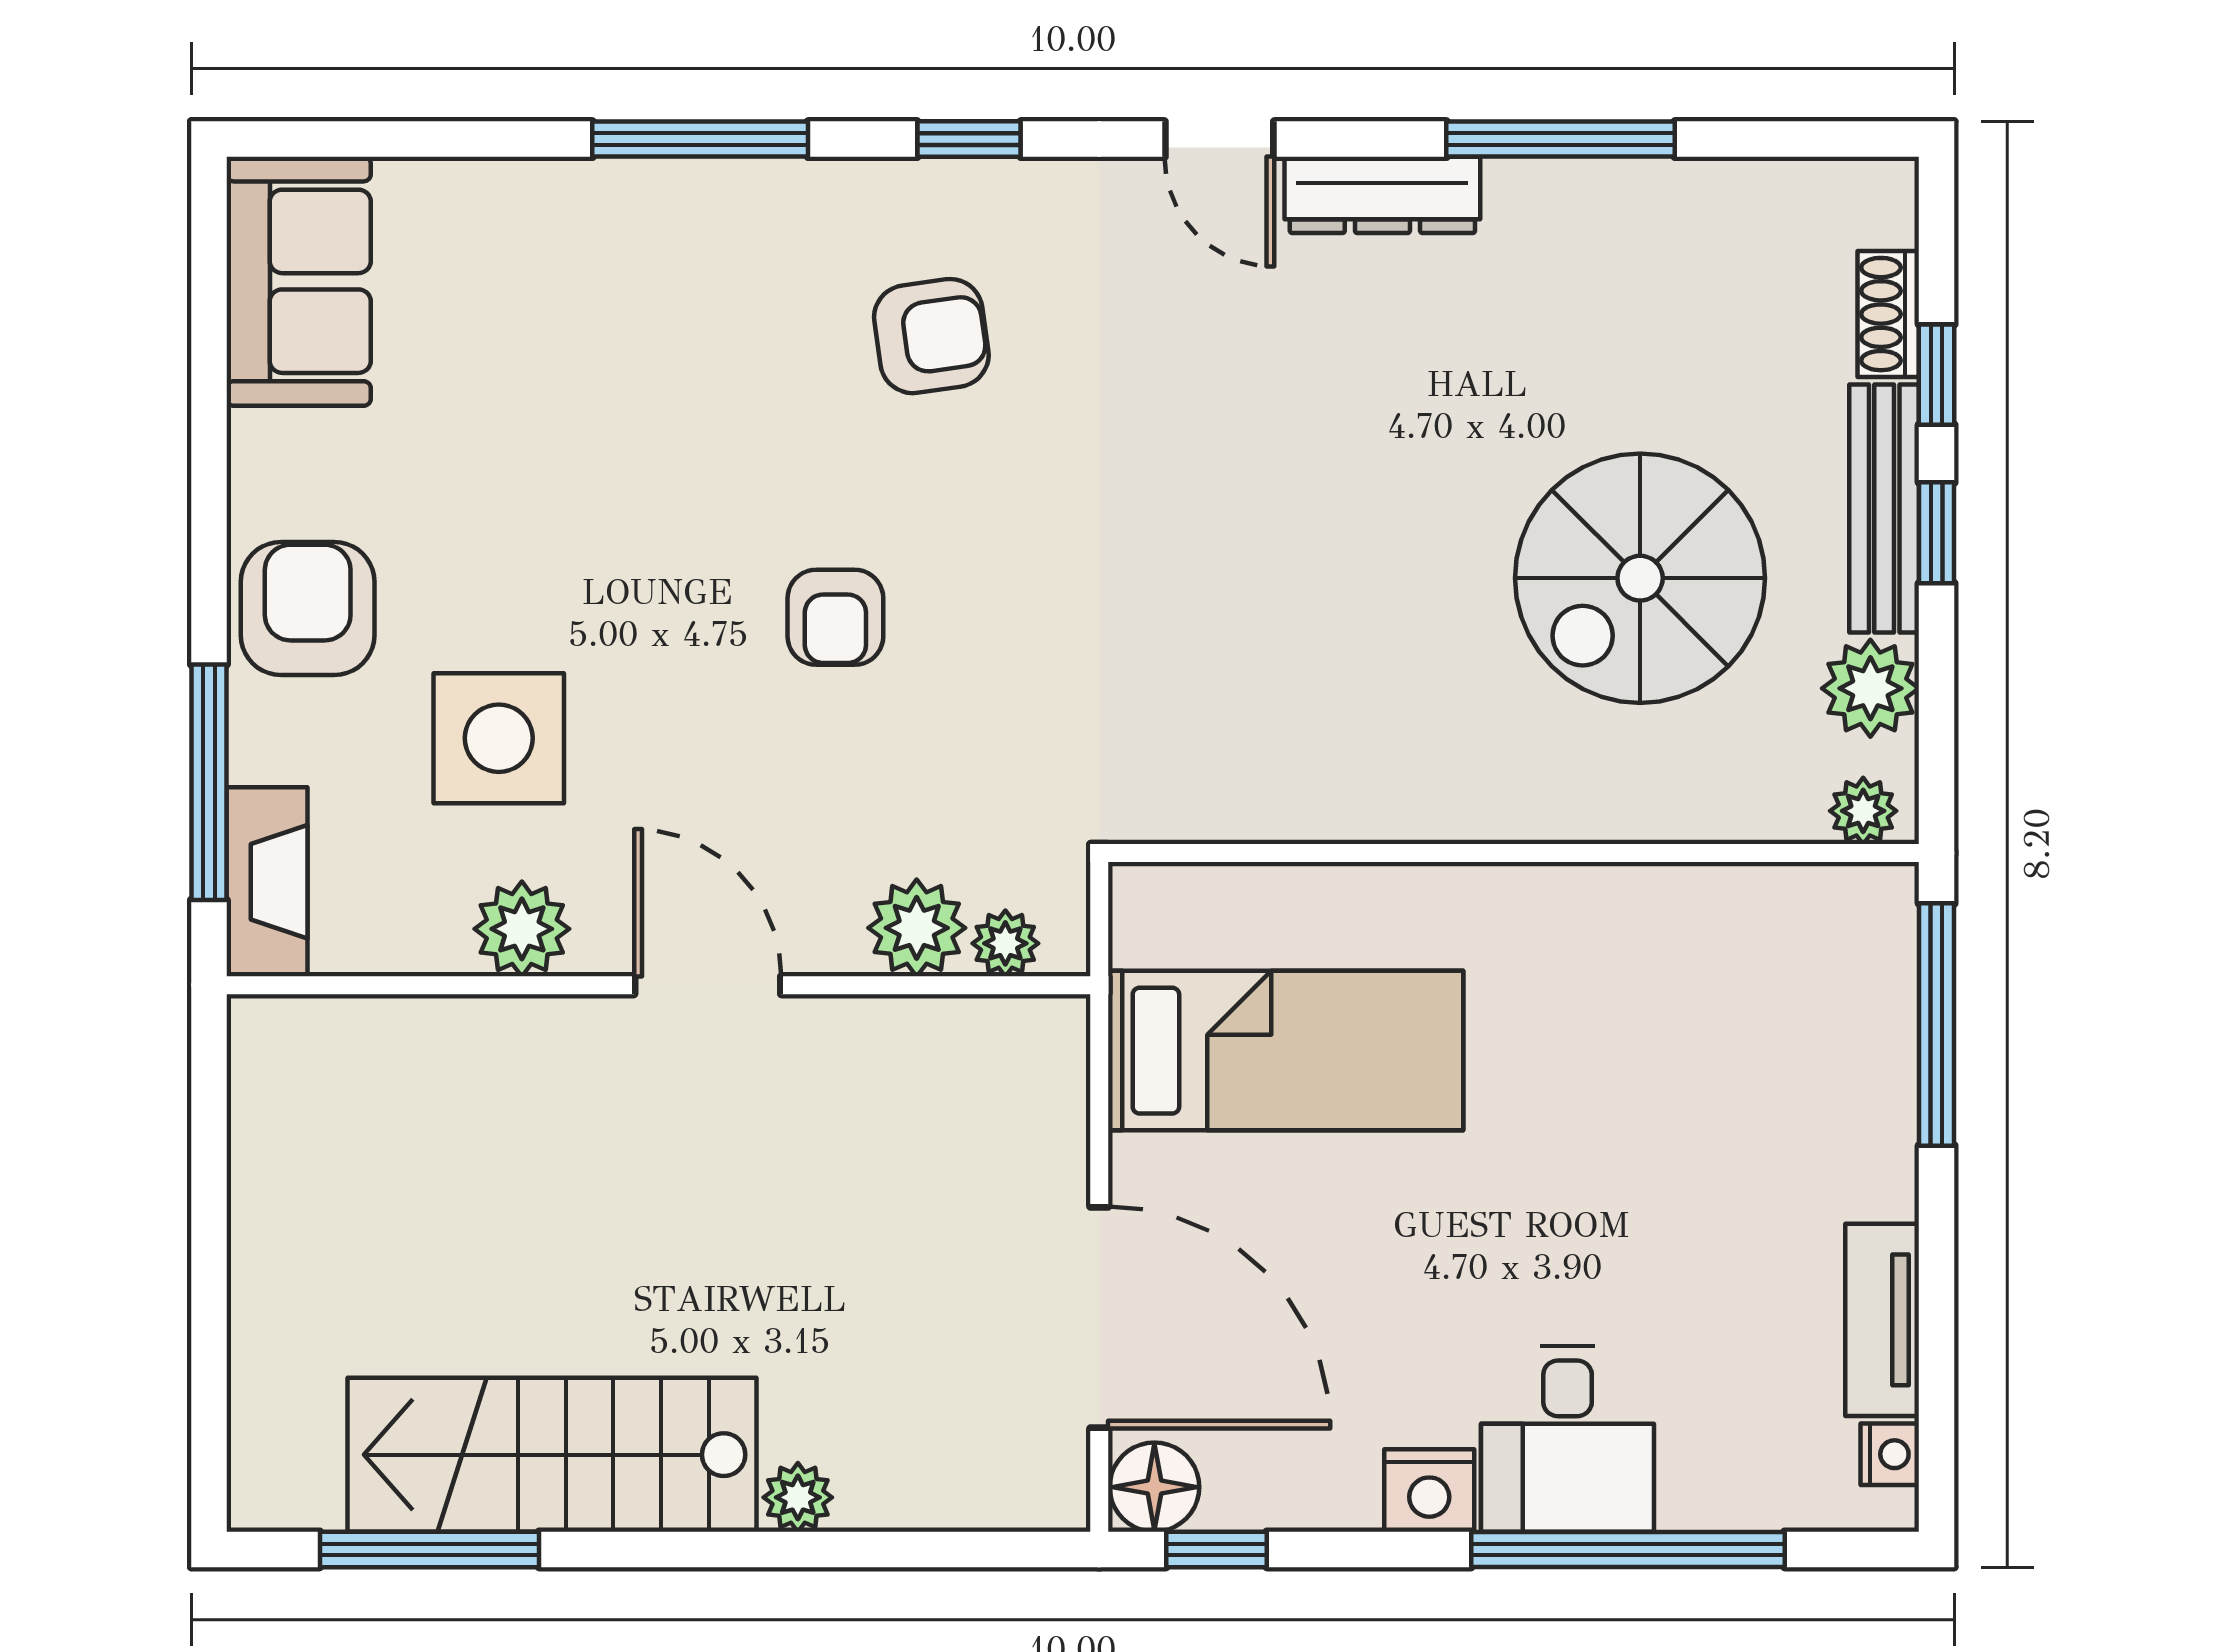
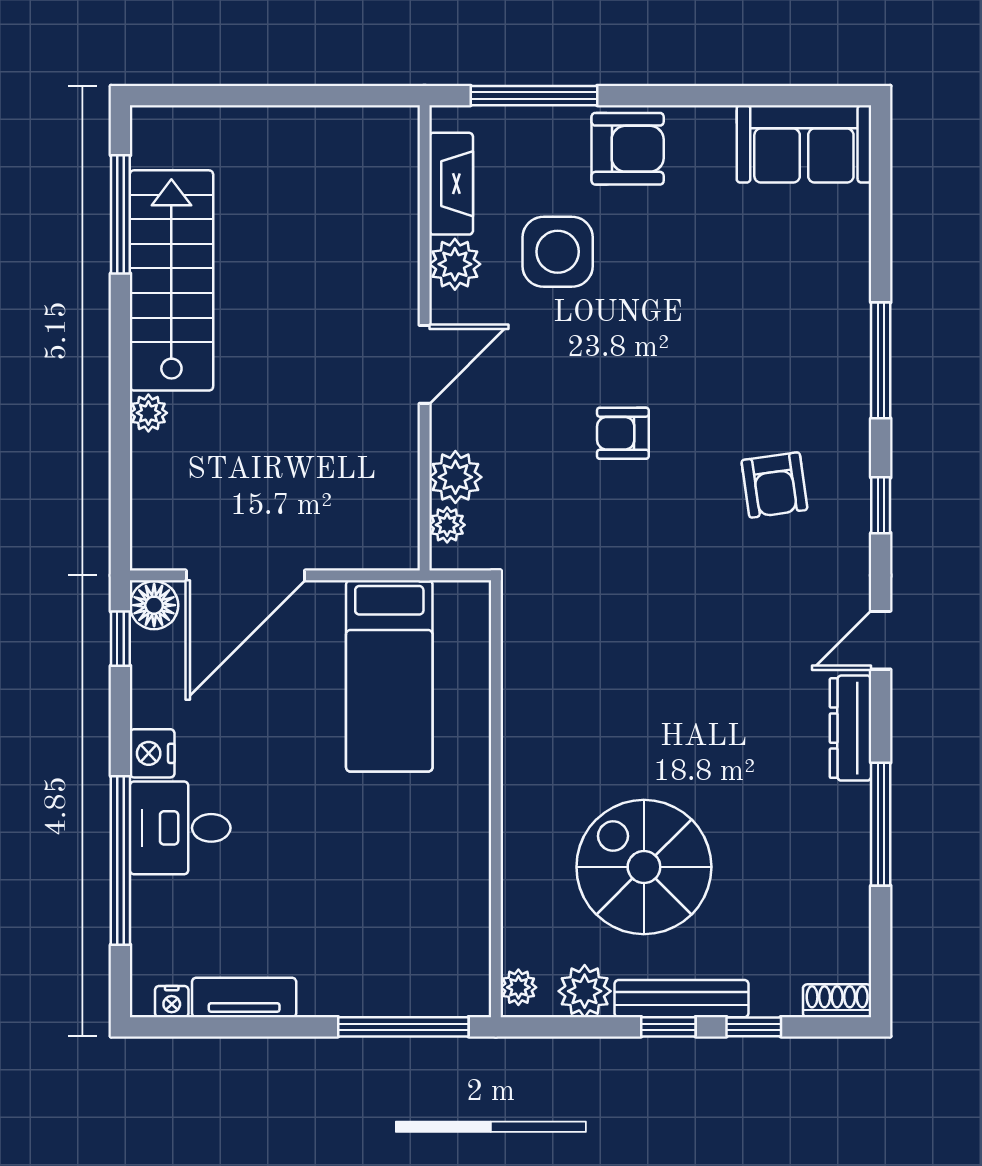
shoe rack: (1888, 314) -> (837, 1001), moved
fireplace: (267, 882) -> (451, 184), moved, turned -90

